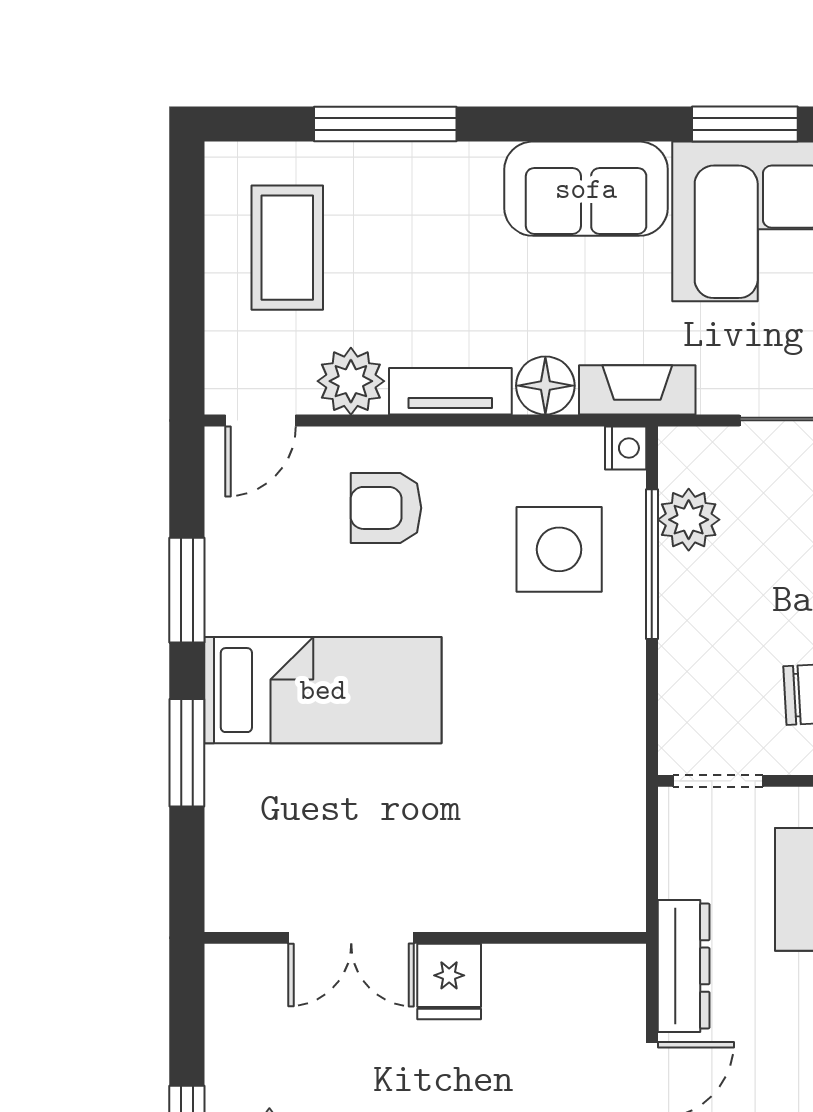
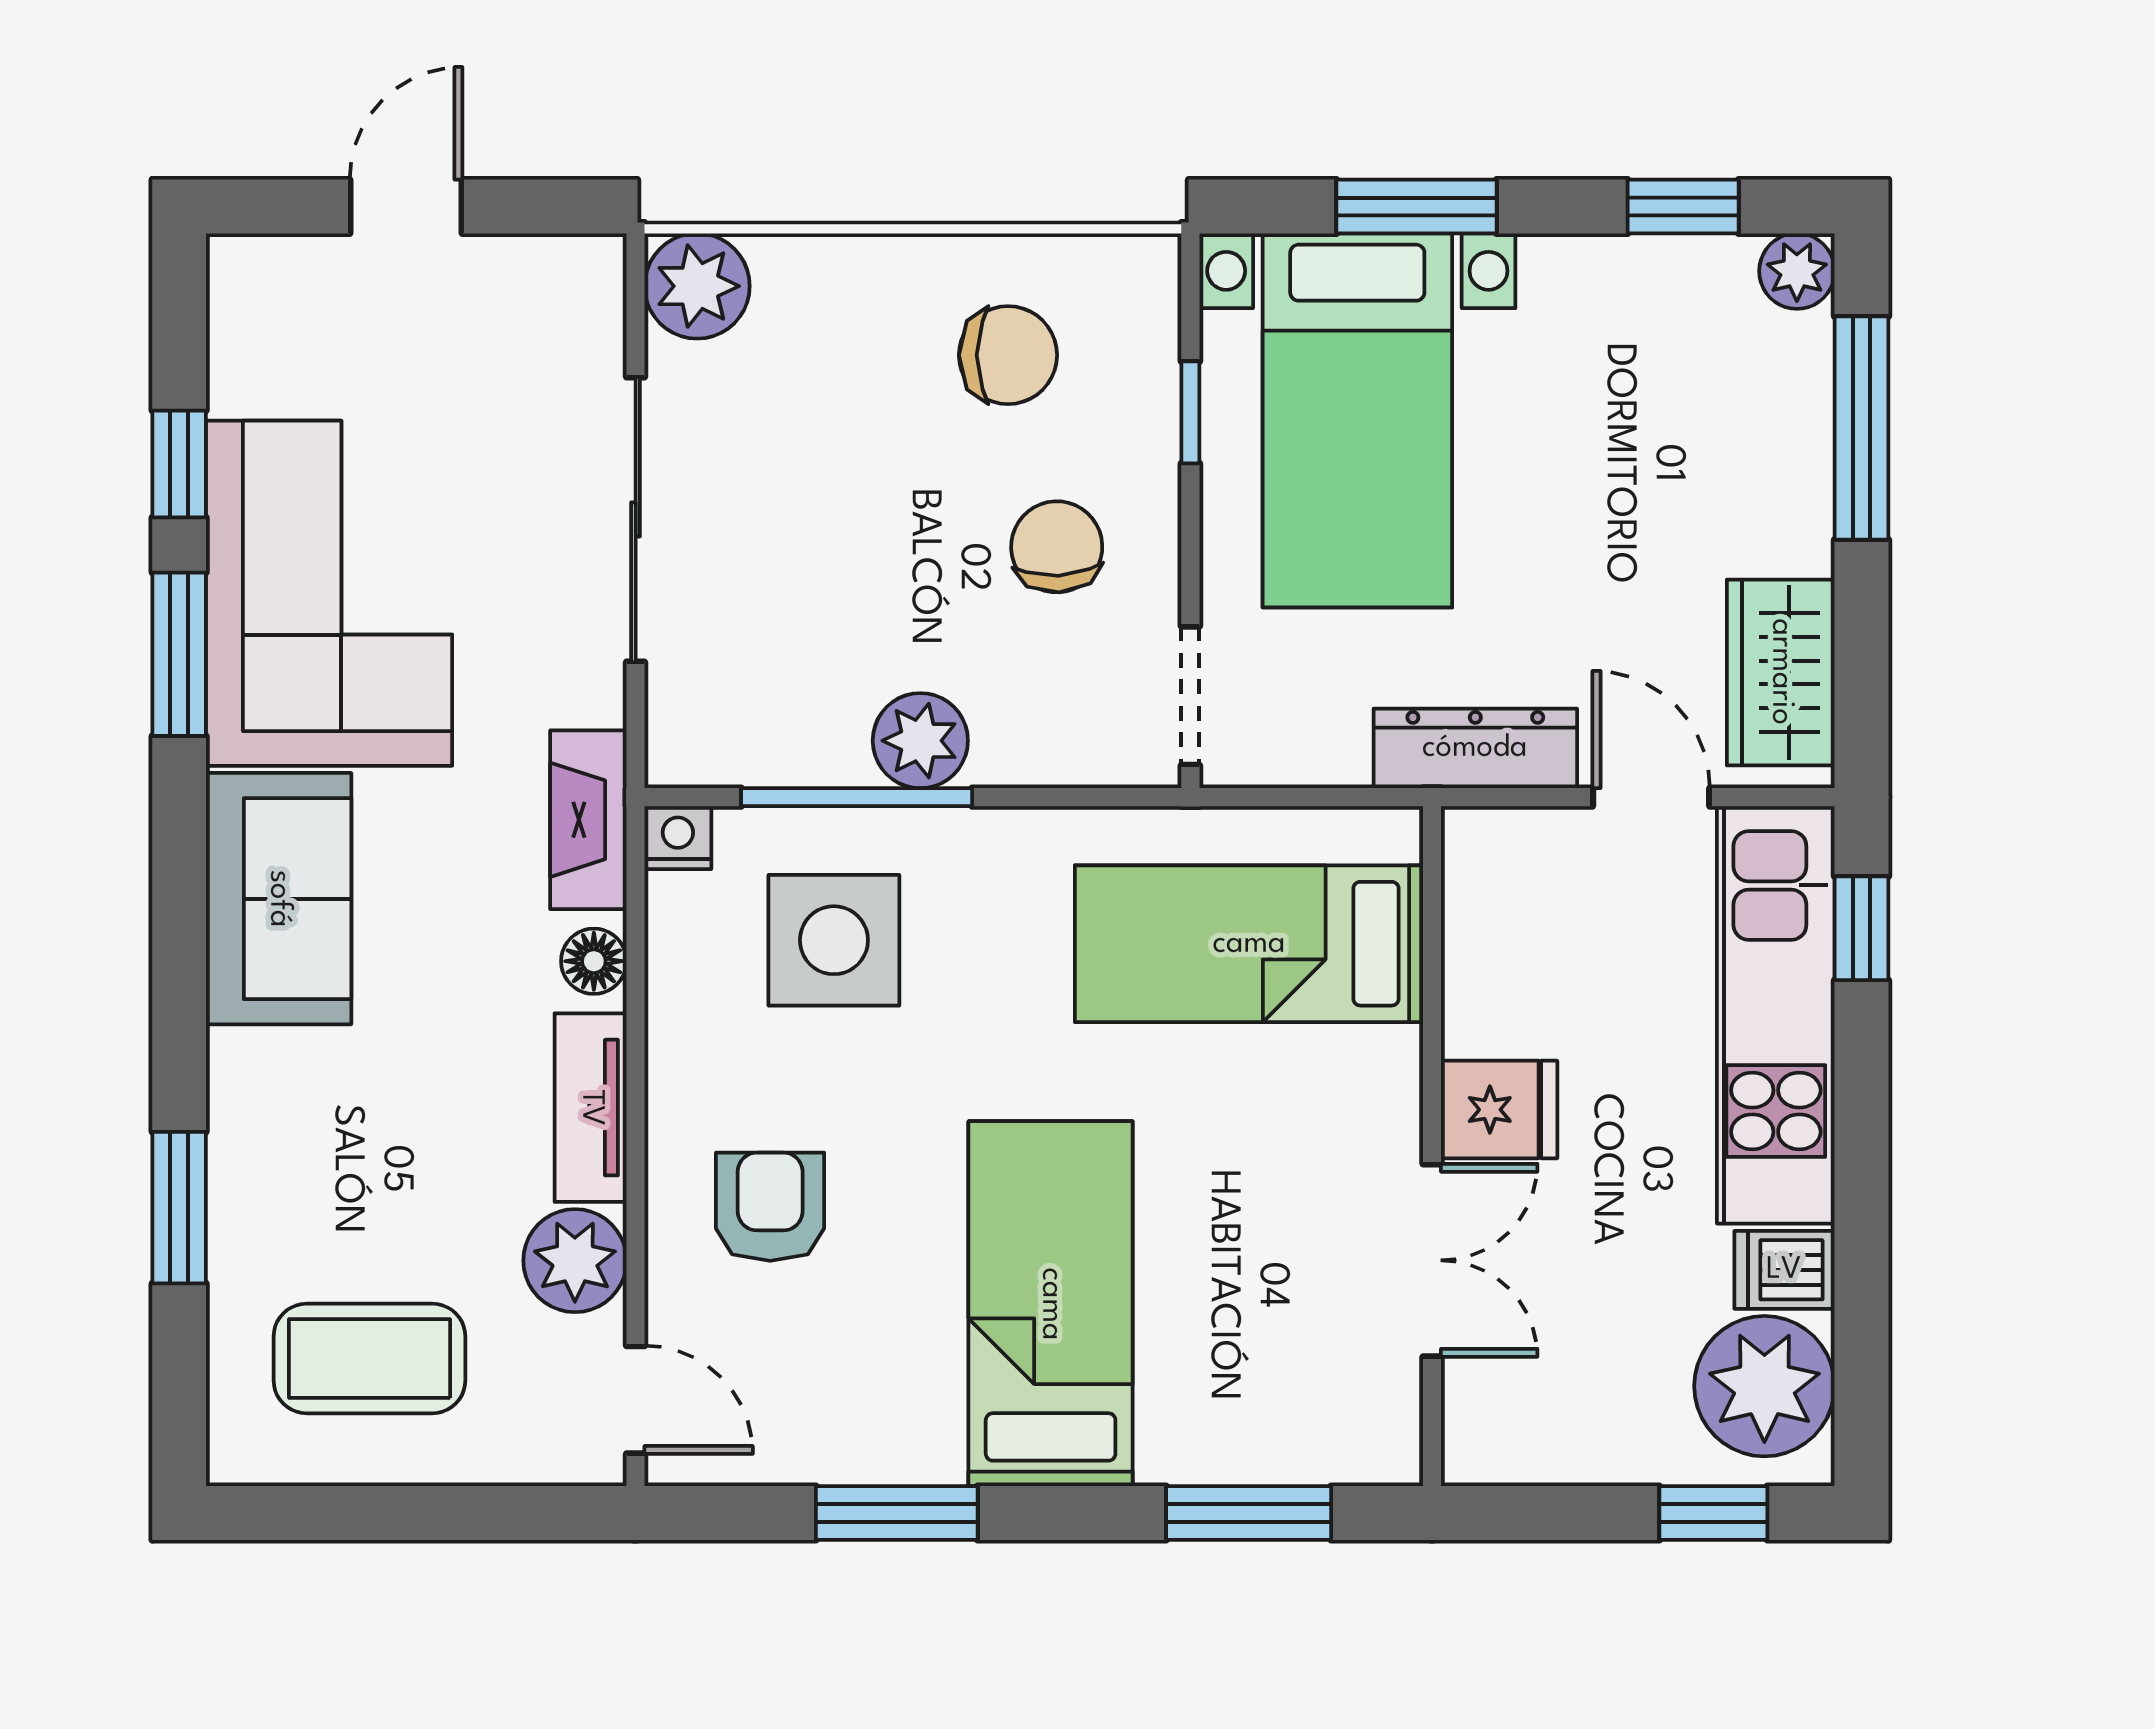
window: (385, 124) -> (179, 1208), width x0.69
floor lamp: (545, 386) -> (594, 961), width x0.73, depth x0.73
armchair: (386, 508) -> (770, 1207), turned 180
plant: (689, 520) -> (920, 741), moved
window: (187, 753) -> (1249, 1513), moved
bed: (557, 819) -> (1249, 944), added

